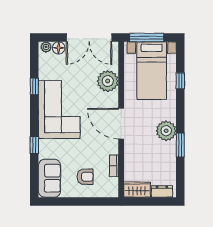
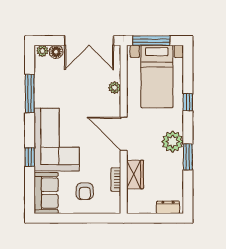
plant: (108, 81) -> (115, 88), width x0.53, depth x0.53
window: (180, 81) -> (188, 102), moved
window: (34, 86) -> (30, 93), width x2.17
corner sofa: (59, 110) -> (57, 140), moved
armchair: (85, 177) -> (85, 191), turned 90
wardrobe: (137, 190) -> (135, 174), moved, turned 90

